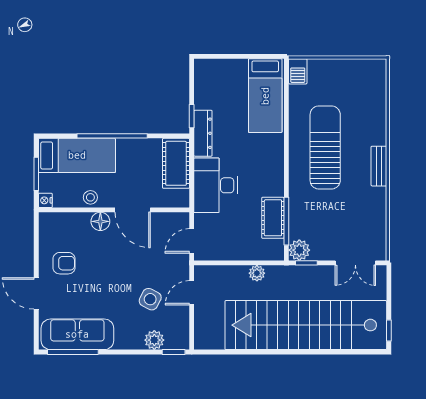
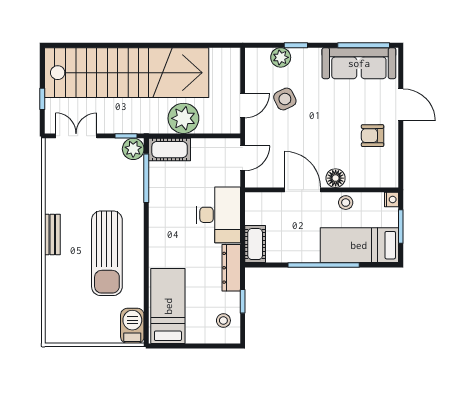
barbecue: (298, 71) -> (132, 326), width x1.38, depth x1.27
stool: (211, 81) -> (223, 321), added
window: (192, 116) -> (243, 301), moved
cot: (176, 163) -> (255, 244), width x0.73, depth x0.75
cot: (273, 218) -> (170, 150), moved, turned 90
plant: (257, 273) -> (183, 118), width x1.88, depth x1.88
side table: (150, 299) -> (285, 99), turned 37
window: (389, 330) -> (42, 99), moved
window: (174, 352) -> (296, 45), moved

